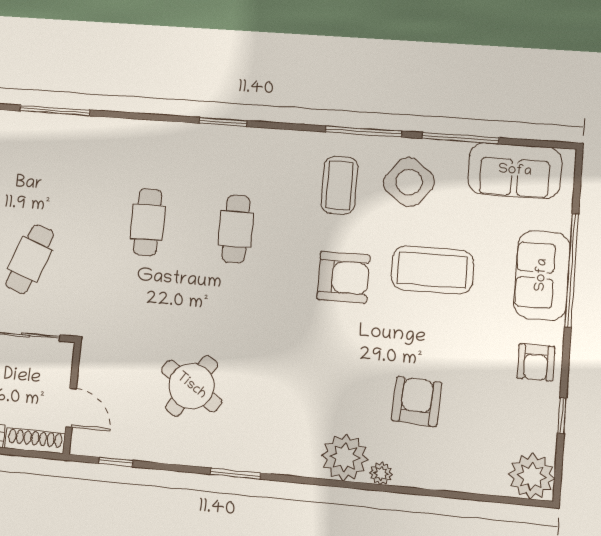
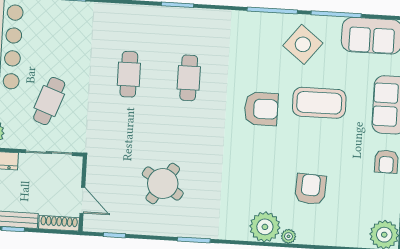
coffee table: (340, 185) -> (257, 47), removed

